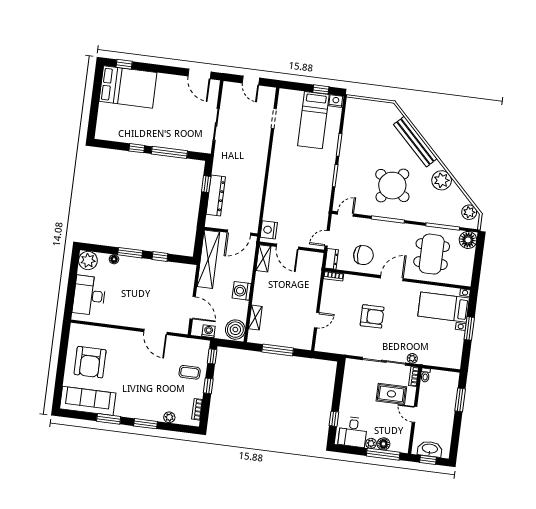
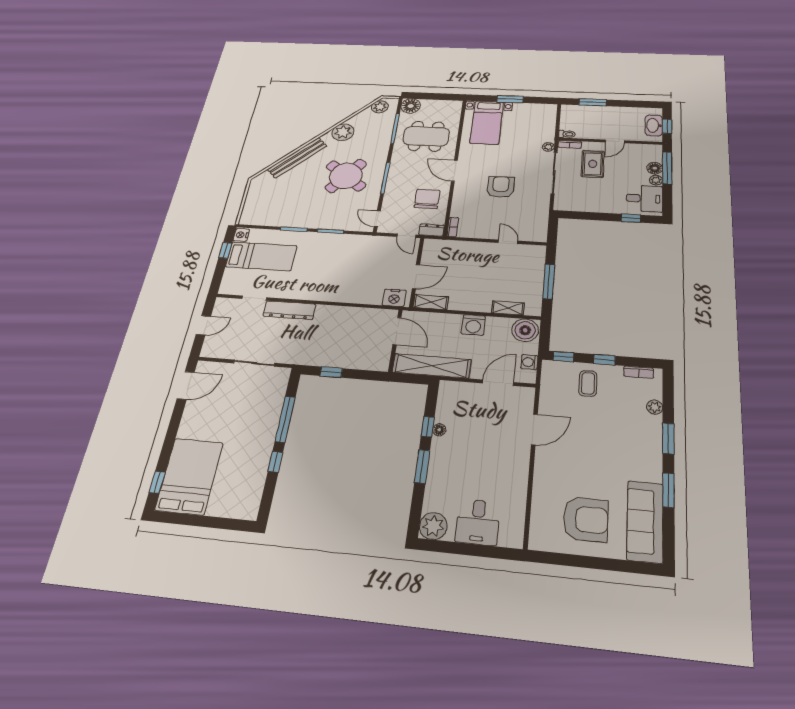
dresser: (216, 195) -> (289, 310), moved, turned 180
floor lamp: (114, 259) -> (439, 430), moved
desk: (89, 296) -> (478, 522), width x0.73

